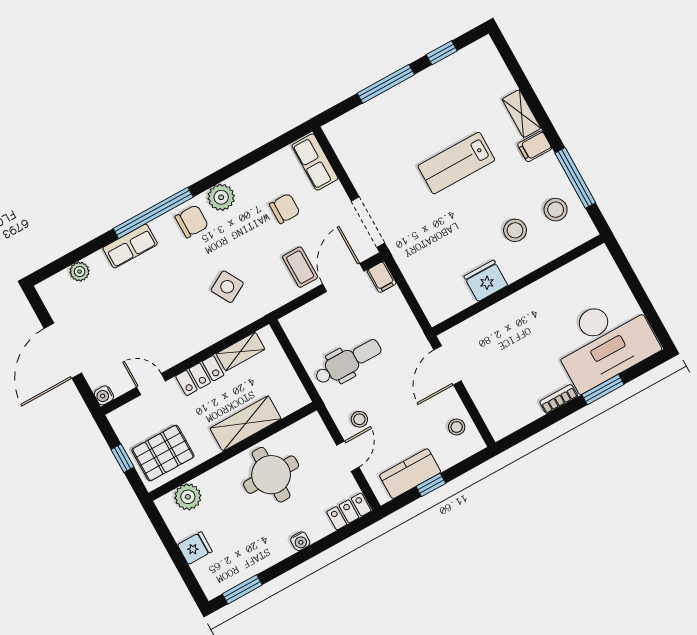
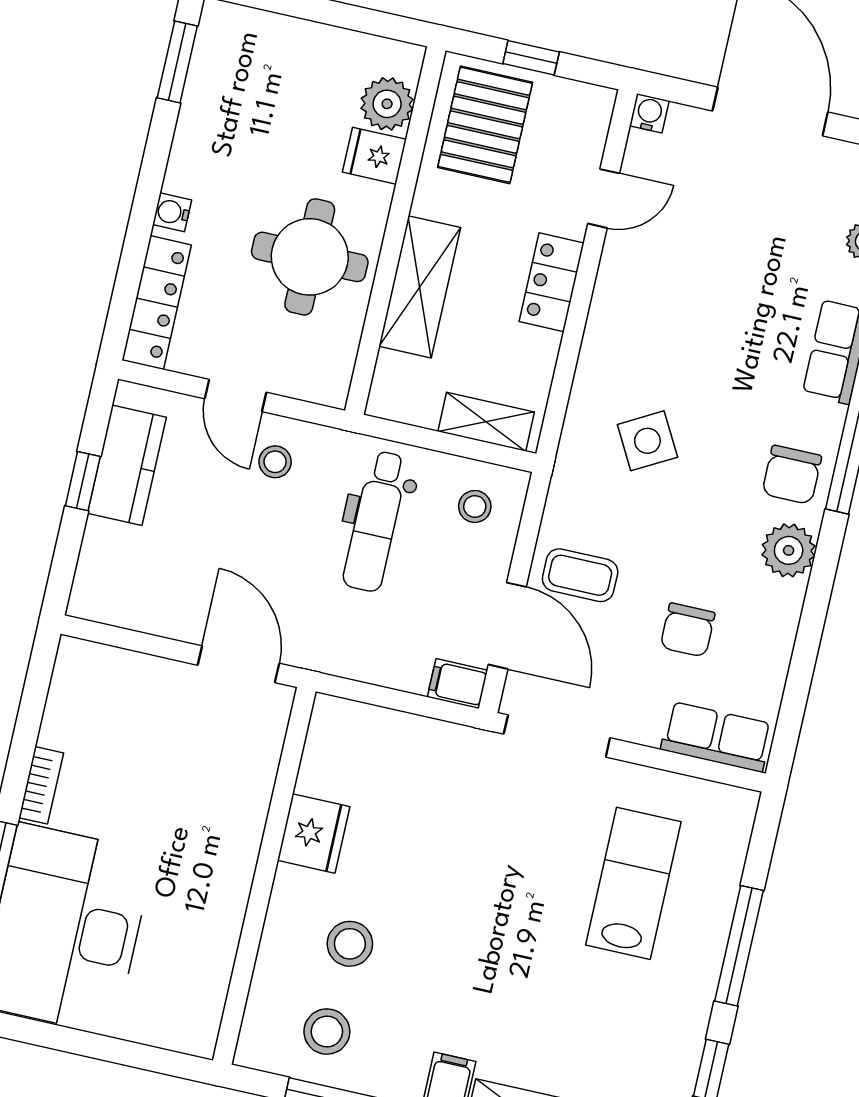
lab bench: (456, 163) -> (633, 883), moved
shelving: (241, 351) -> (486, 422), moved, turned 90
stool: (457, 427) -> (475, 506), moved
locker: (349, 511) -> (157, 303), width x1.53
fridge: (195, 548) -> (374, 156), moved, turned 90

